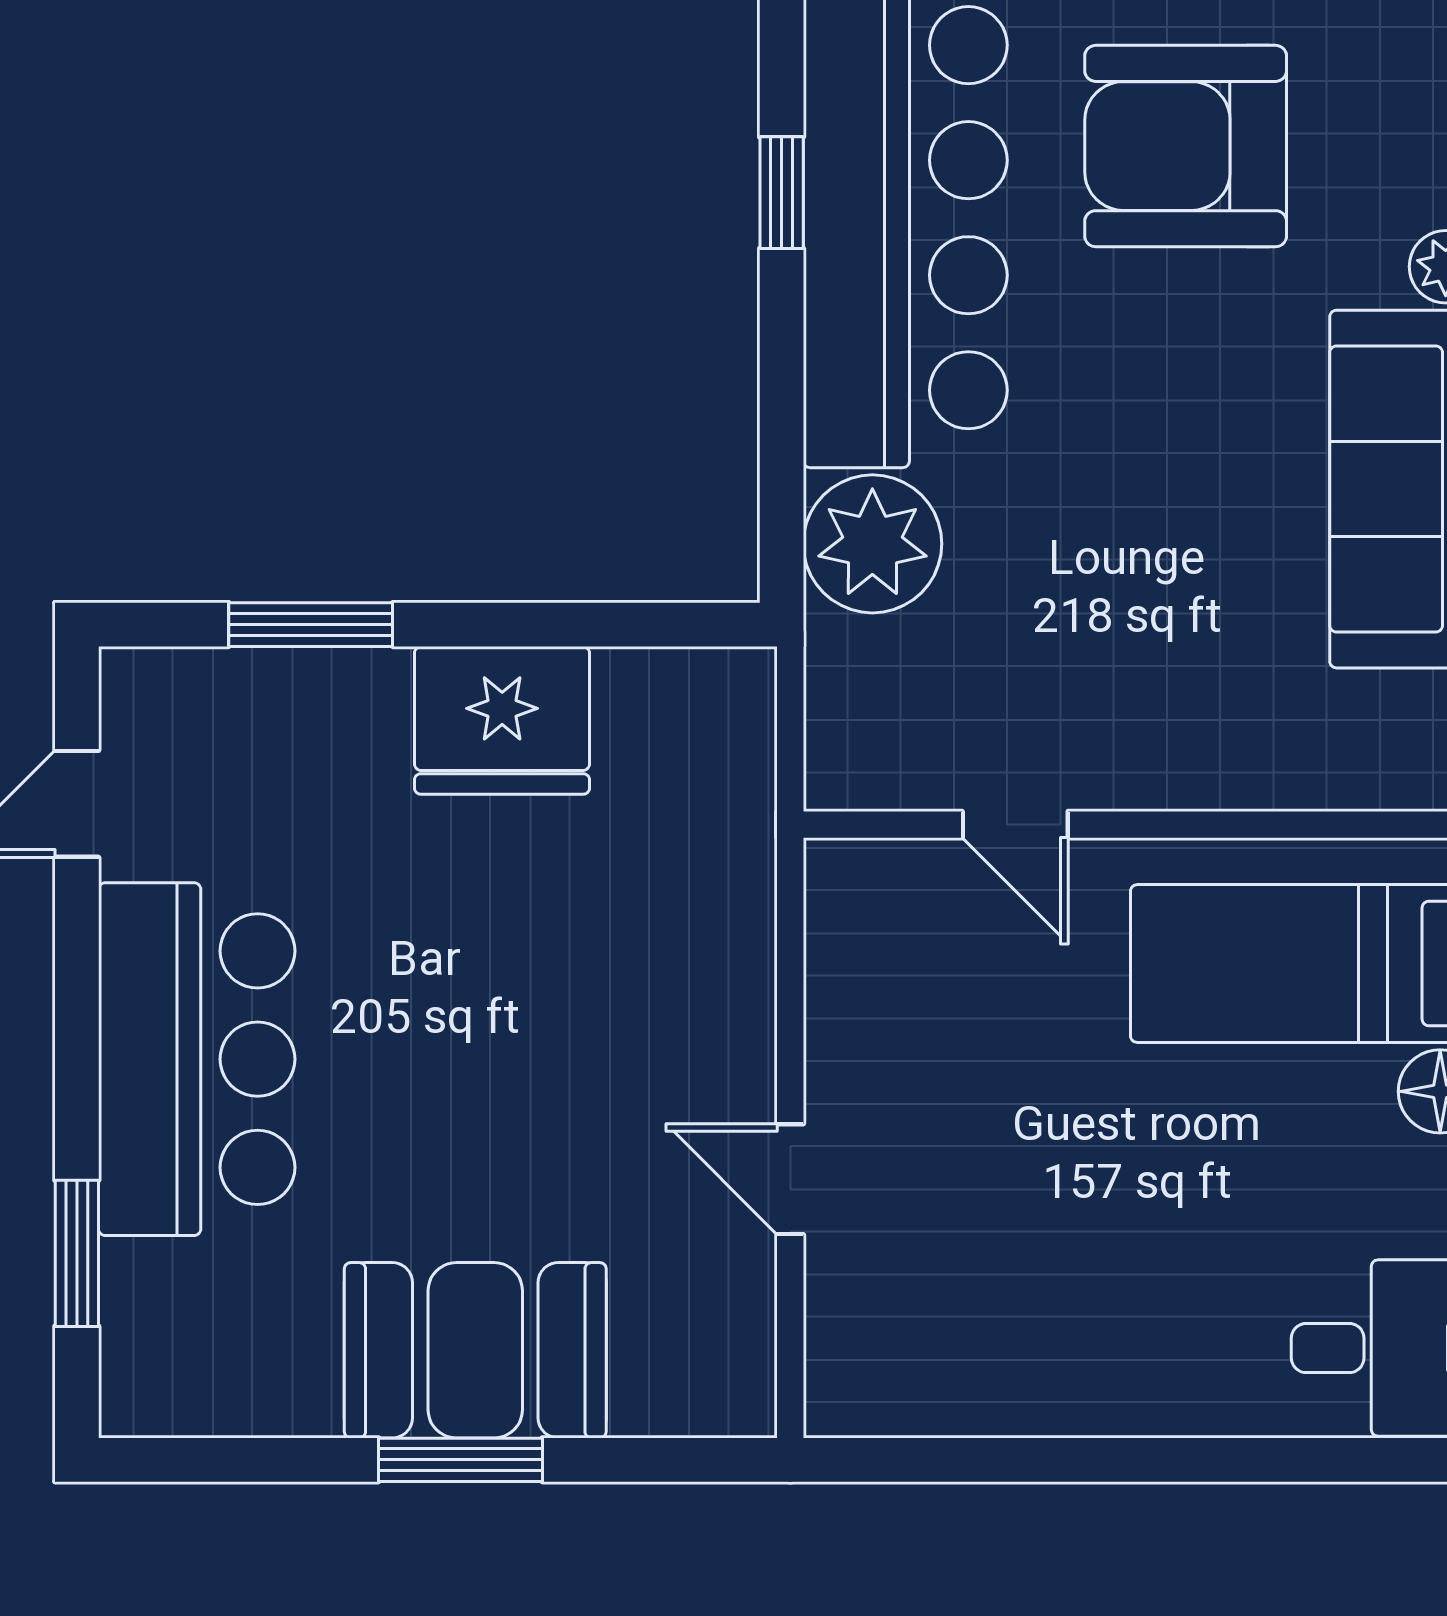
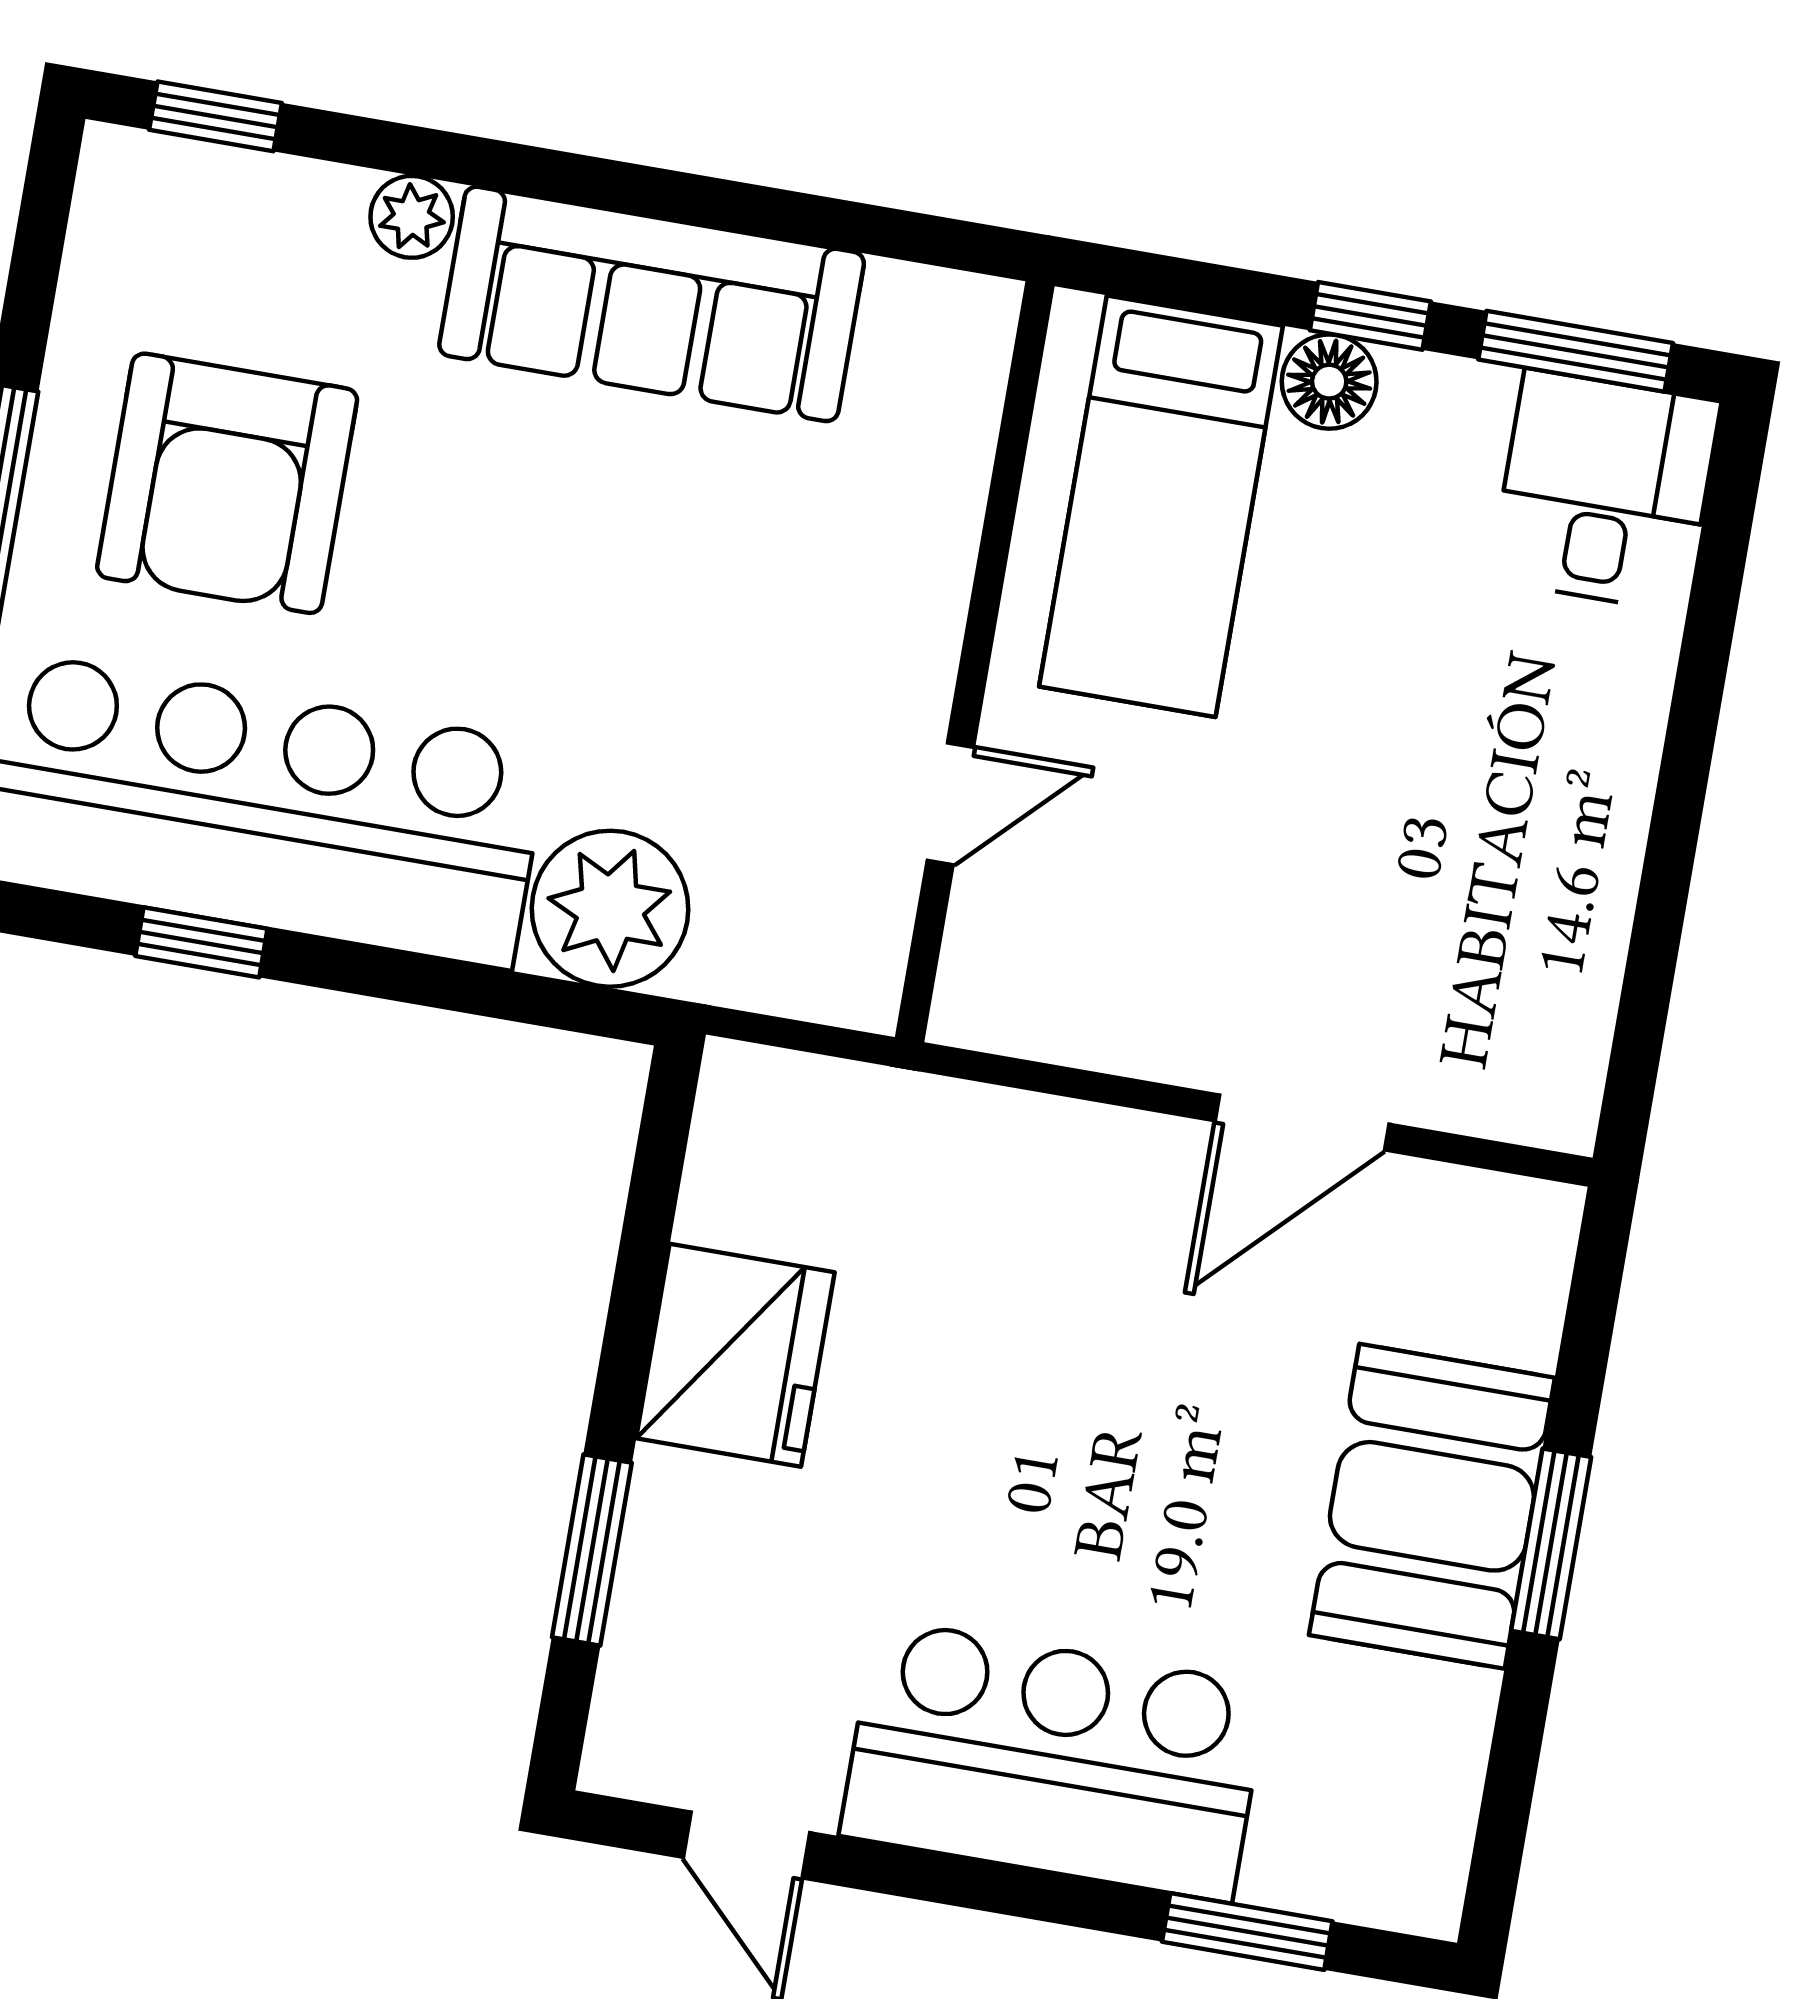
door: (790, 1179) -> (1302, 1122), width x1.38

